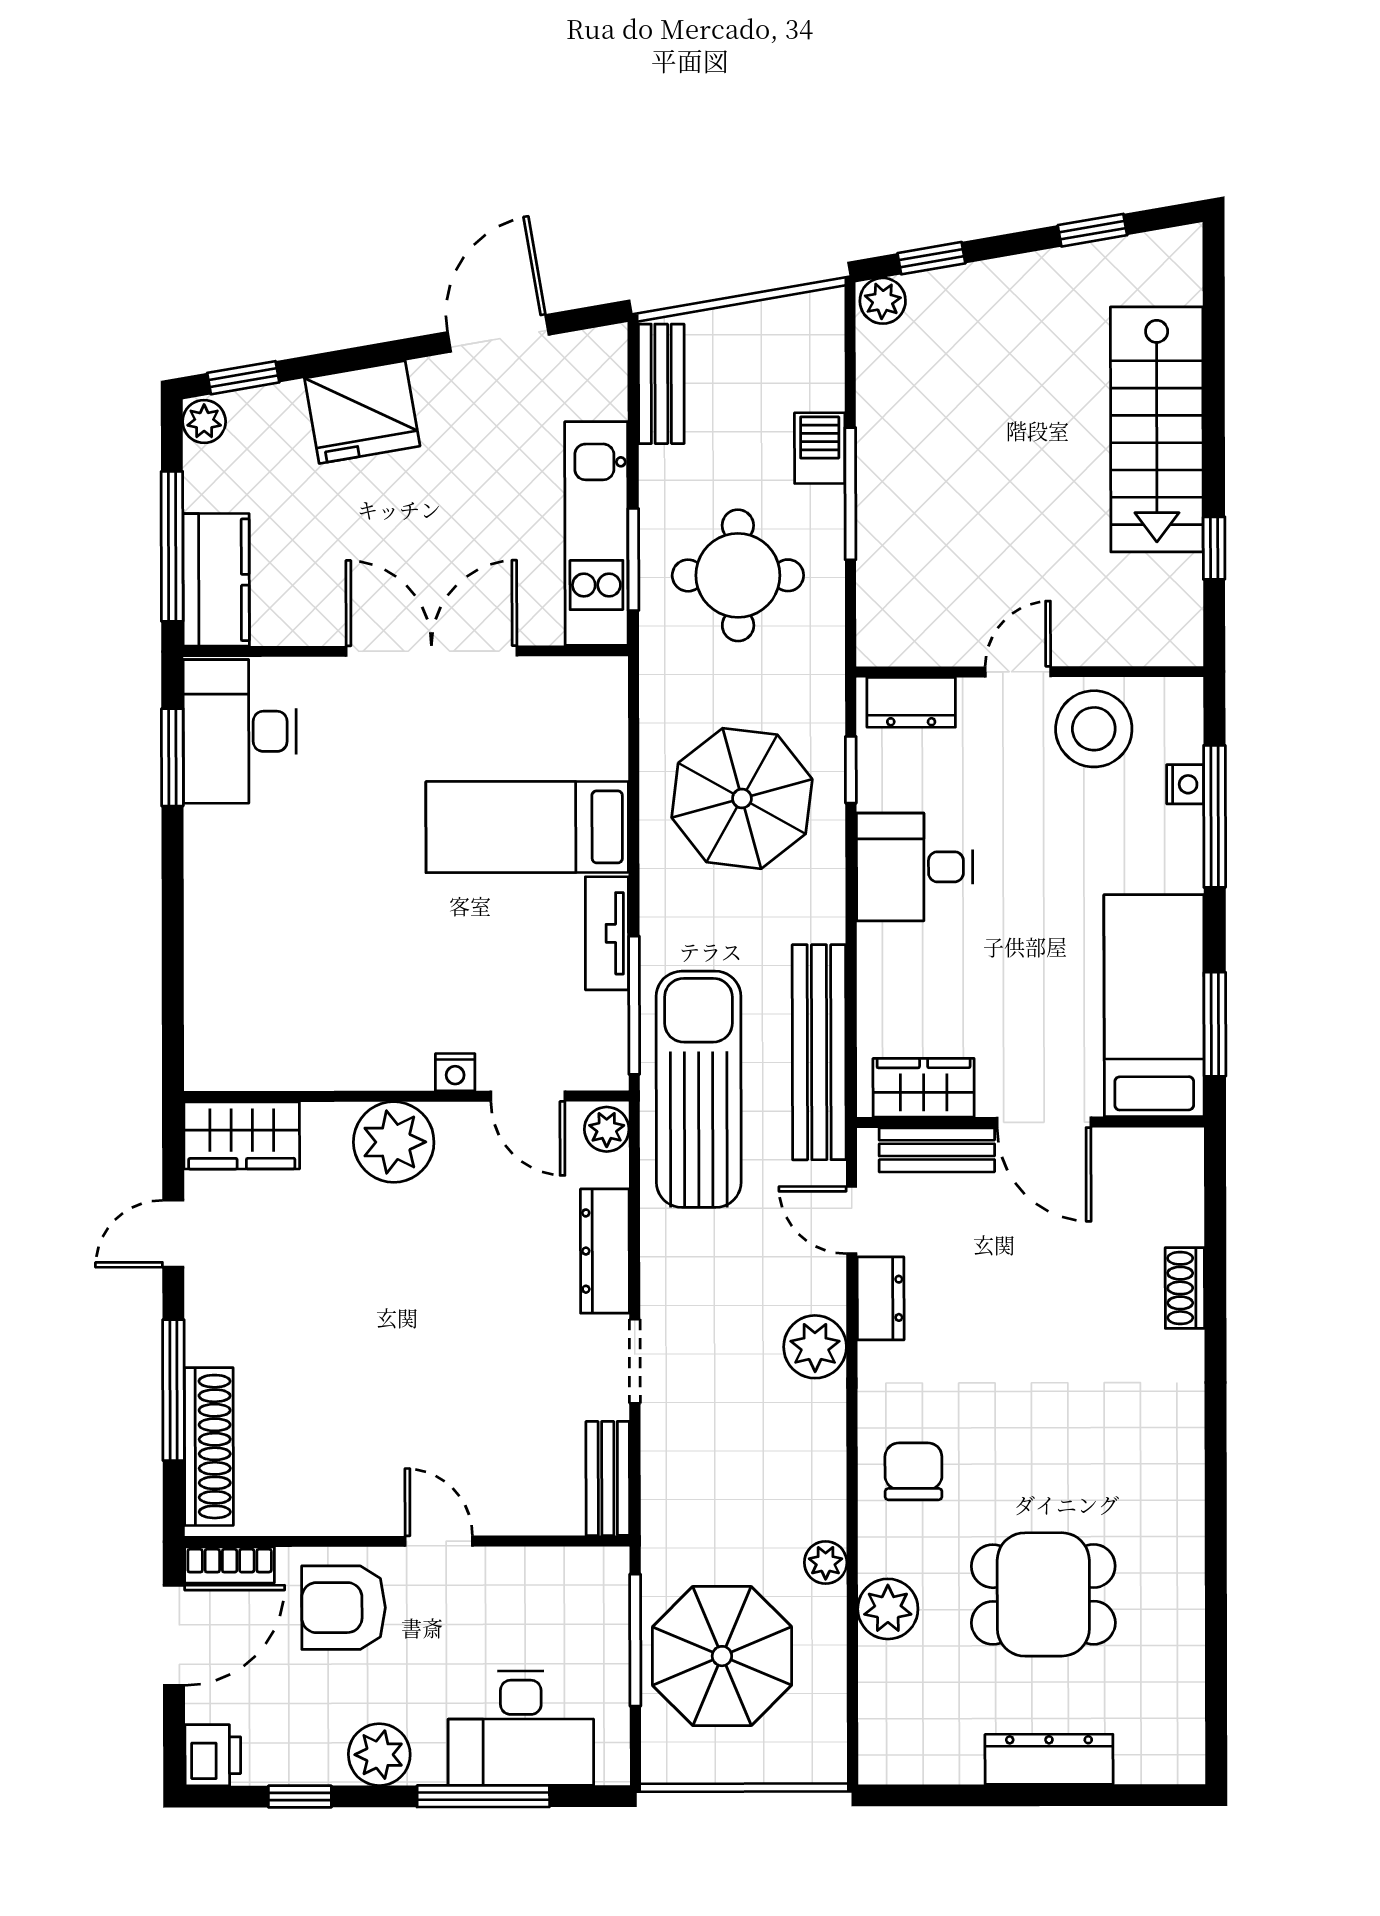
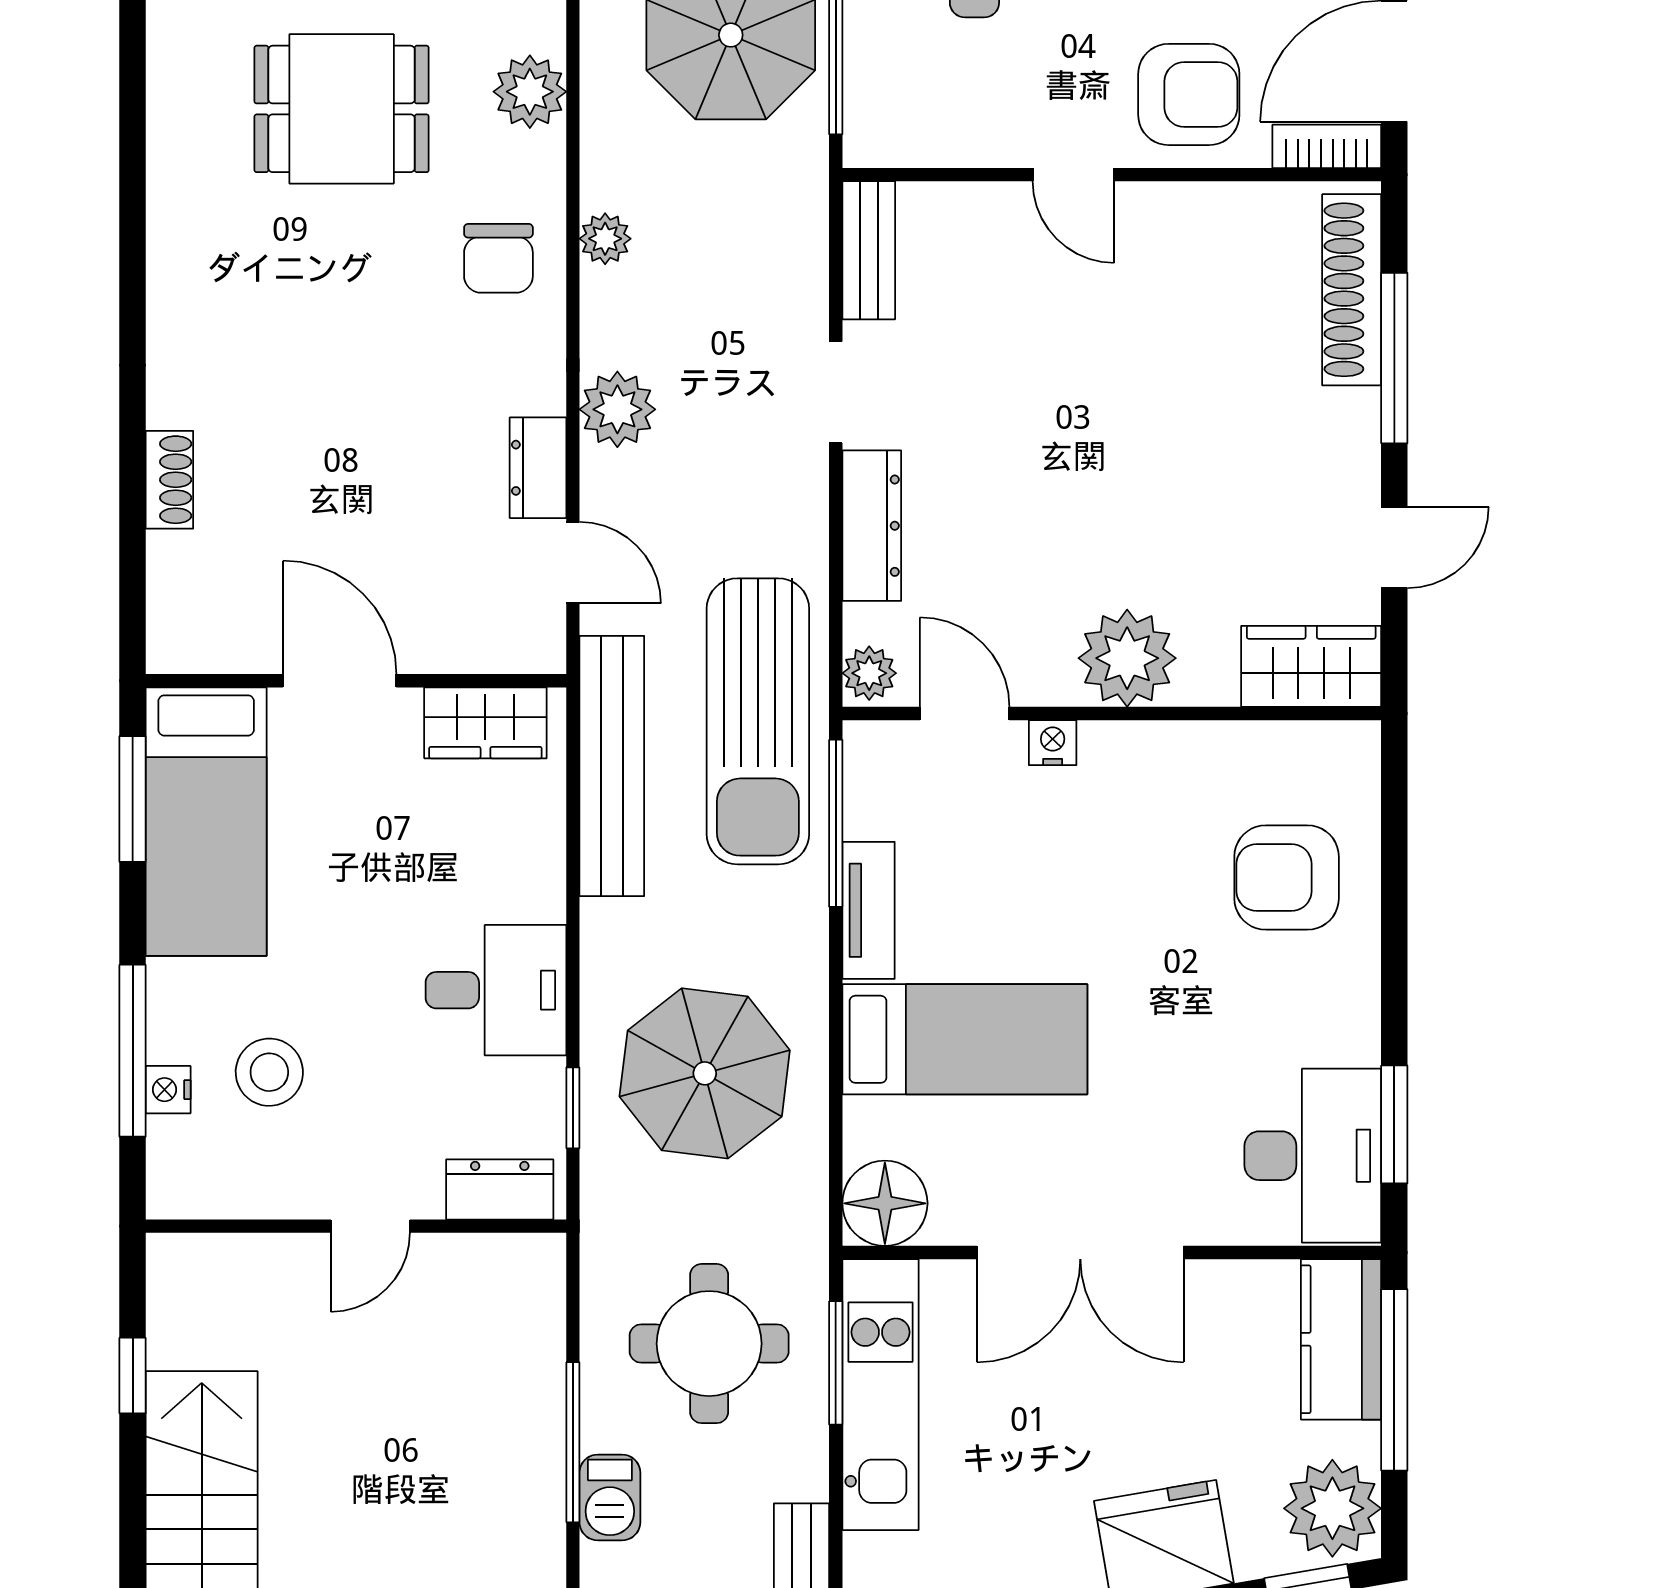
plant: (204, 422) -> (1332, 1508), width x1.88, depth x1.88
floor lamp: (593, 691) -> (885, 1203), added
stool: (1094, 729) -> (269, 1072), moved, width x0.73, depth x0.73
armchair: (262, 961) -> (1287, 878), added
bench: (937, 1150) -> (469, 647), removed
plant: (826, 1562) -> (605, 239), moved

